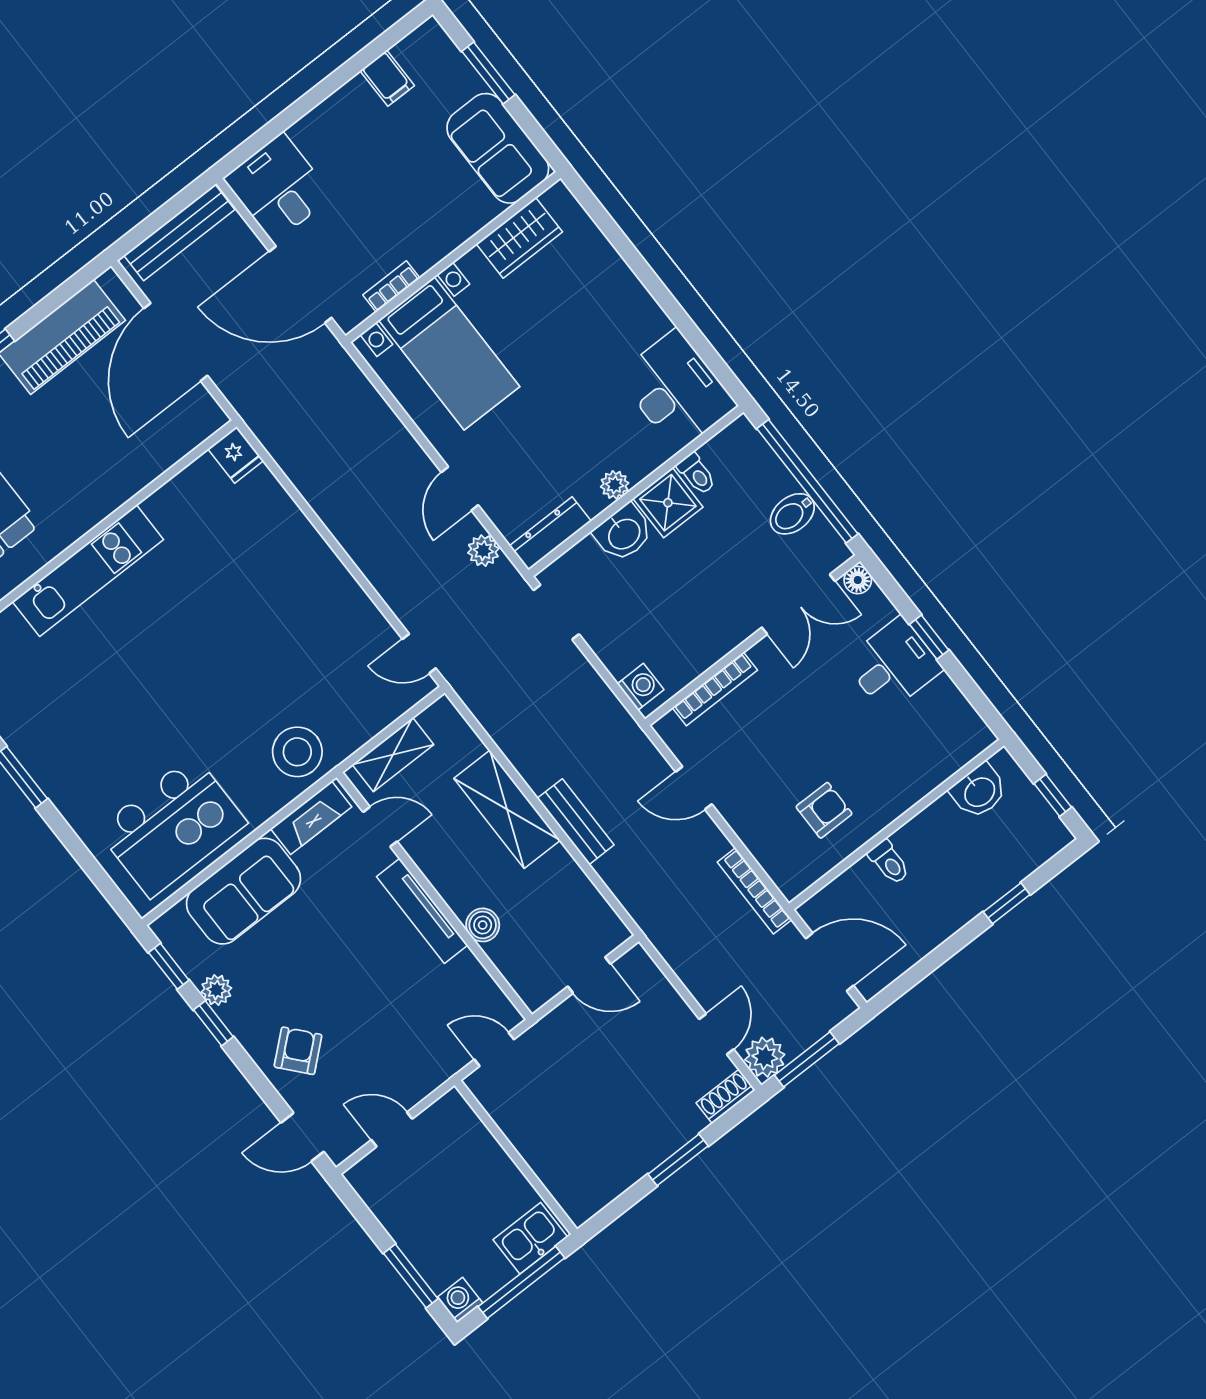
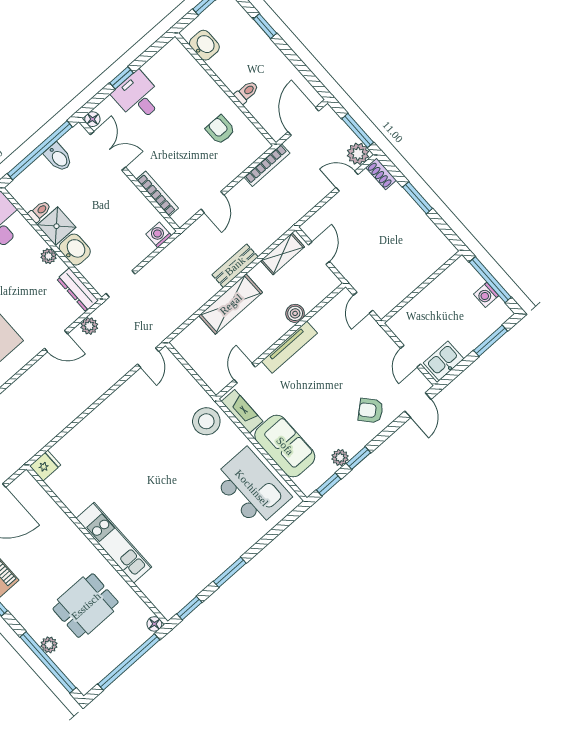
shelving: (393, 755) -> (283, 254), moved, turned 90
kitchen sink: (530, 1238) -> (444, 361), moved, turned 90
washing machine: (460, 1300) -> (486, 295), moved

